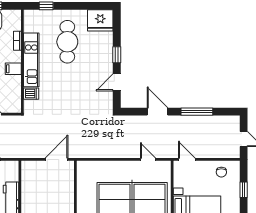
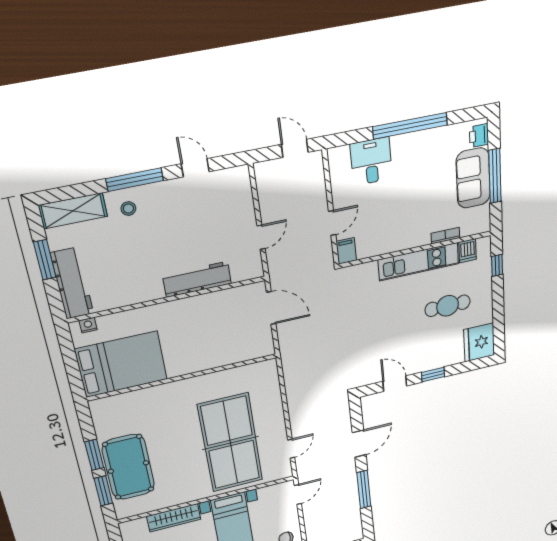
cafe table: (67, 42) -> (448, 306), width x0.73, depth x0.74
filing cabinet: (13, 69) -> (346, 251), moved
dishwasher: (31, 94) -> (468, 251), moved
door: (57, 159) -> (271, 308), moved

